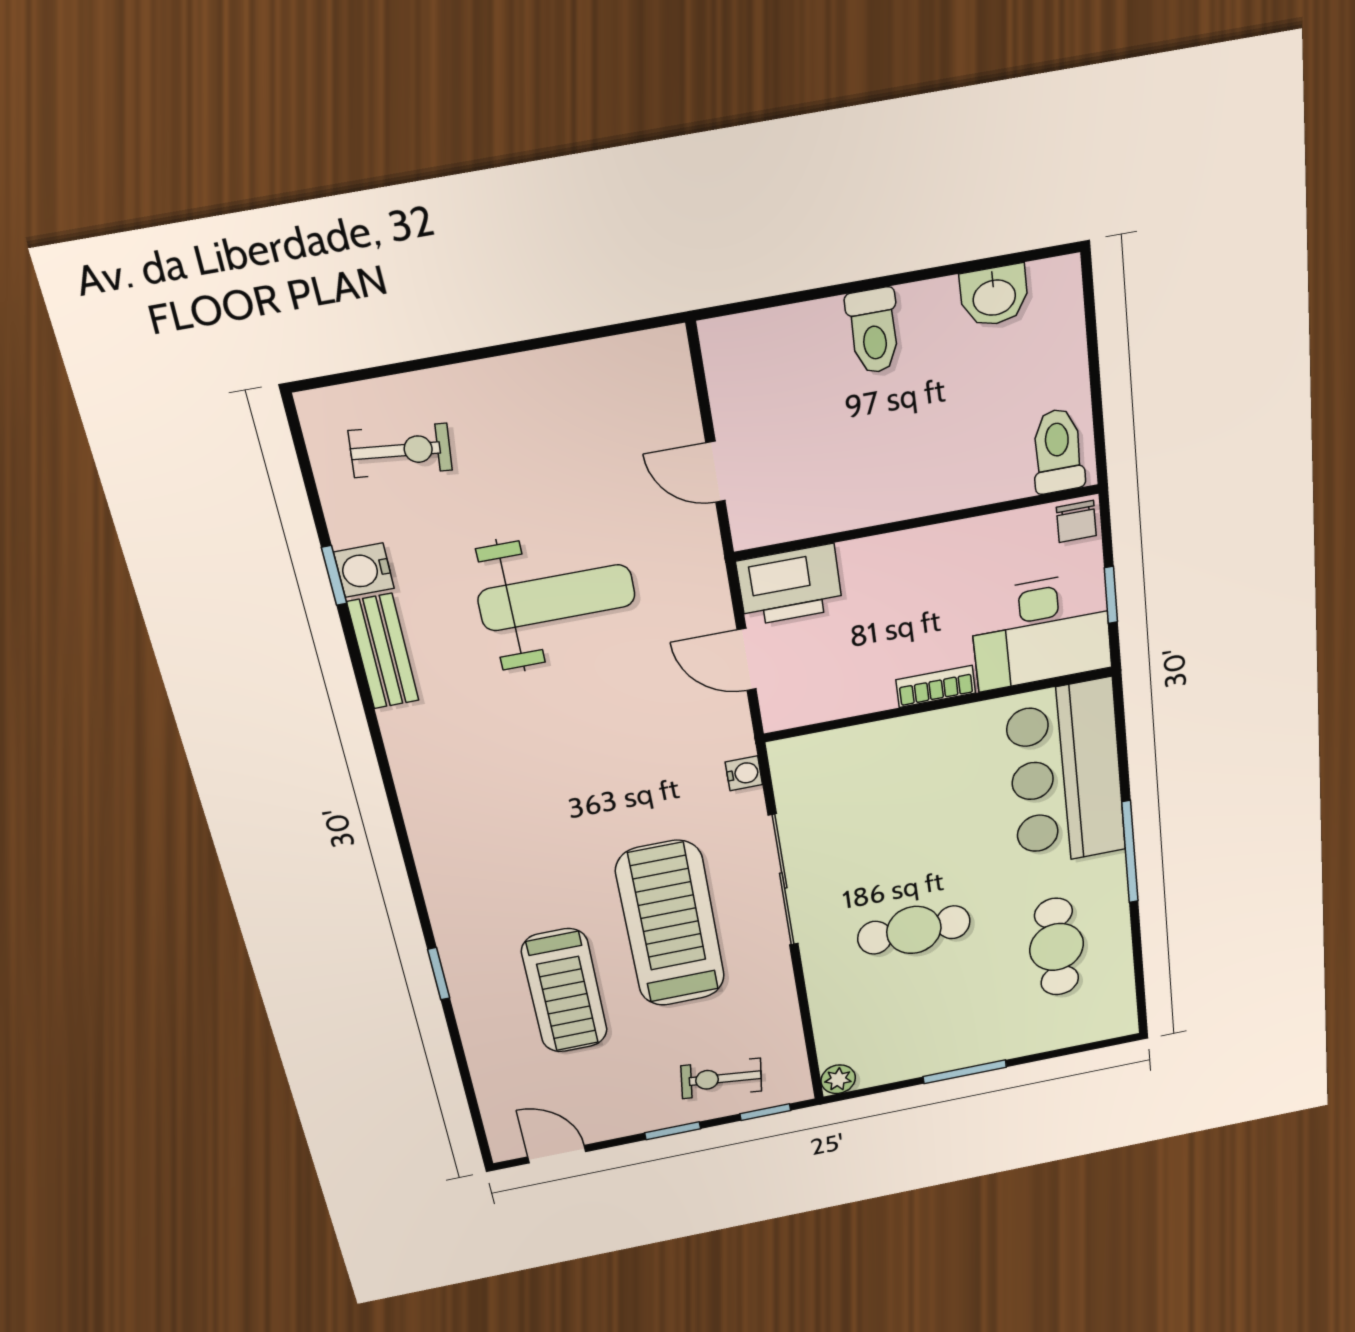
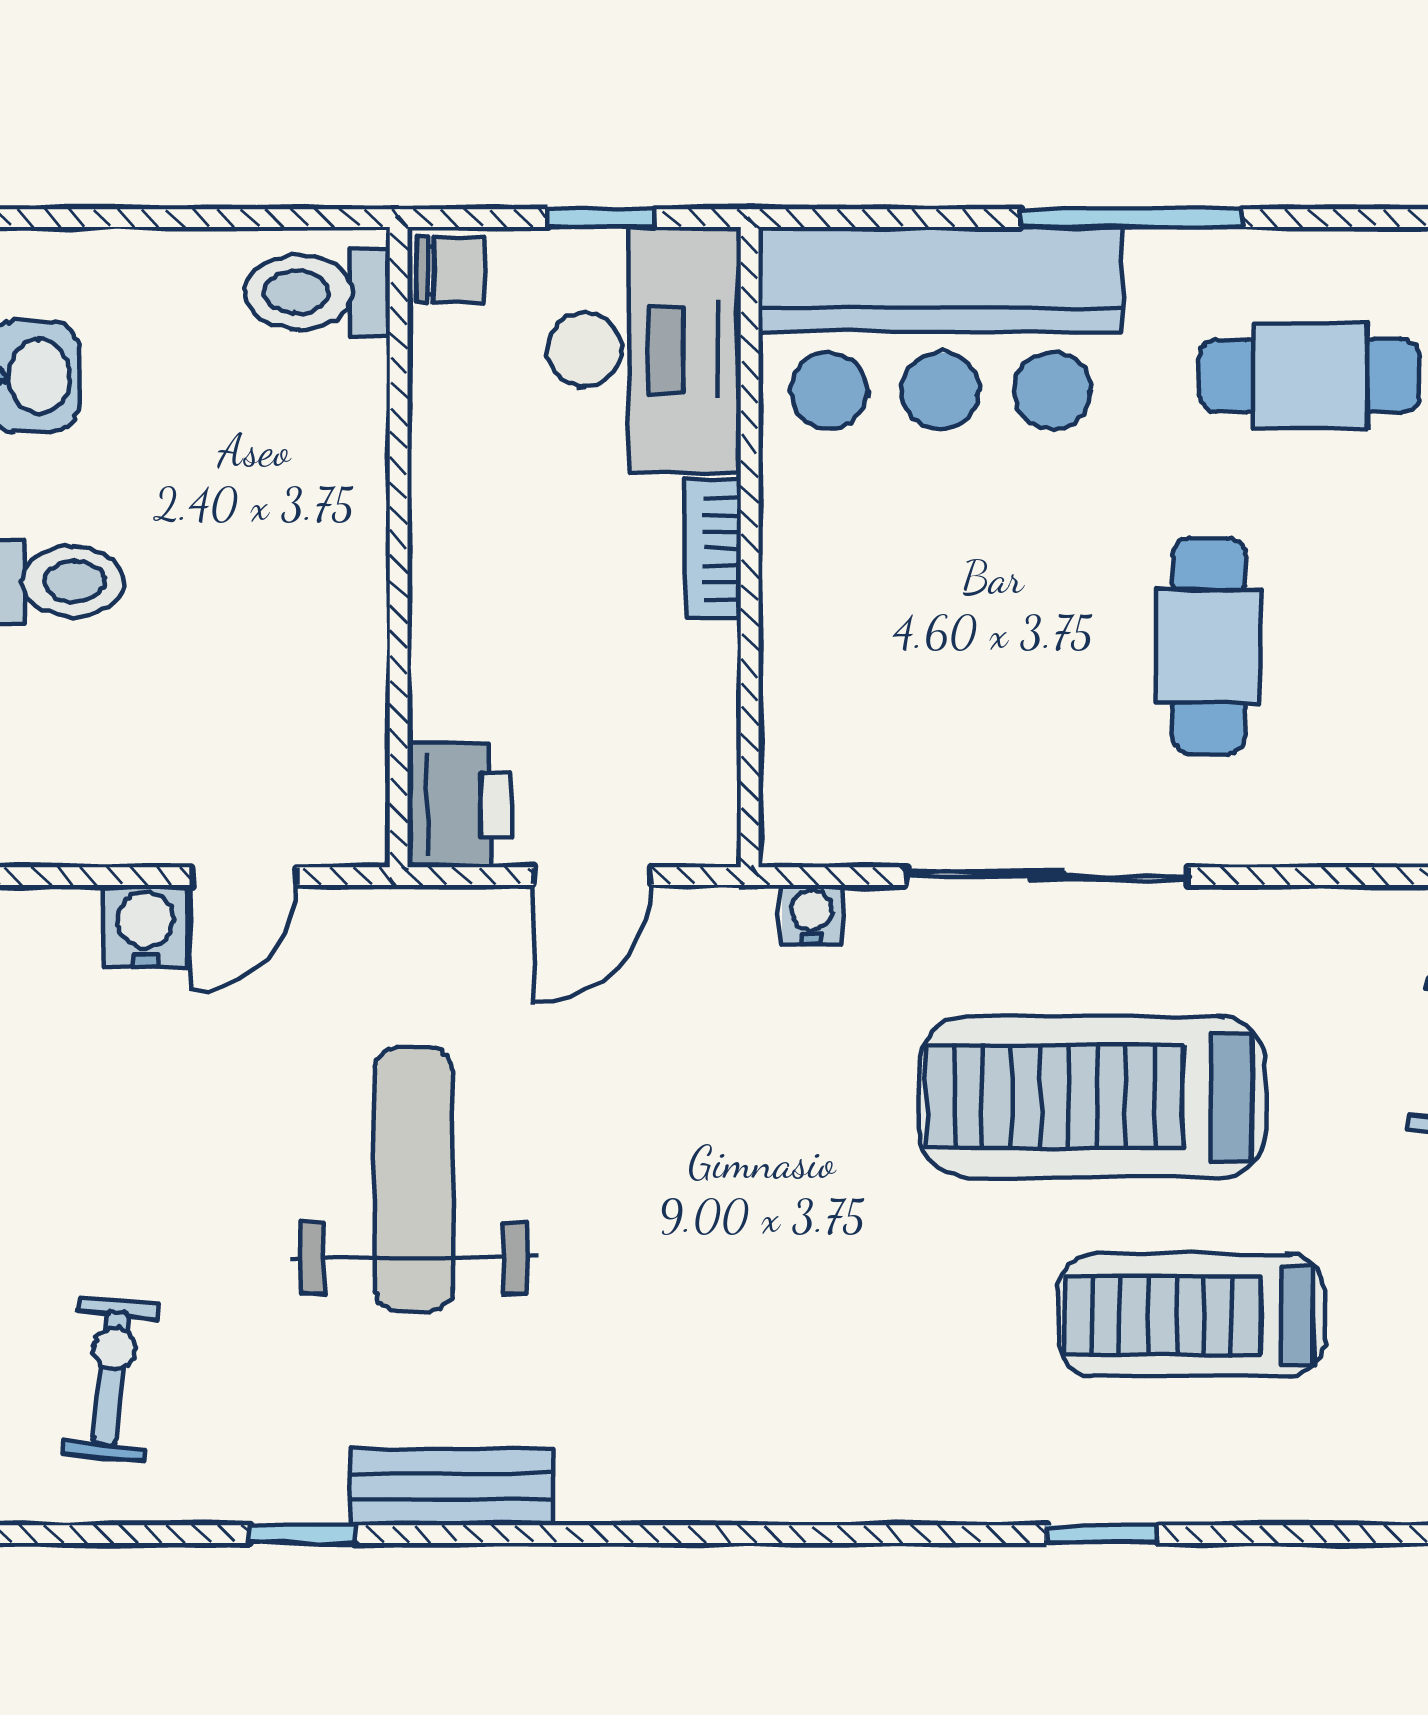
water cooler: (364, 570) -> (145, 926), moved, turned 180
printer: (790, 585) -> (459, 805), width x0.73, depth x0.84
treadmill: (565, 991) -> (1191, 1315), turned 180

